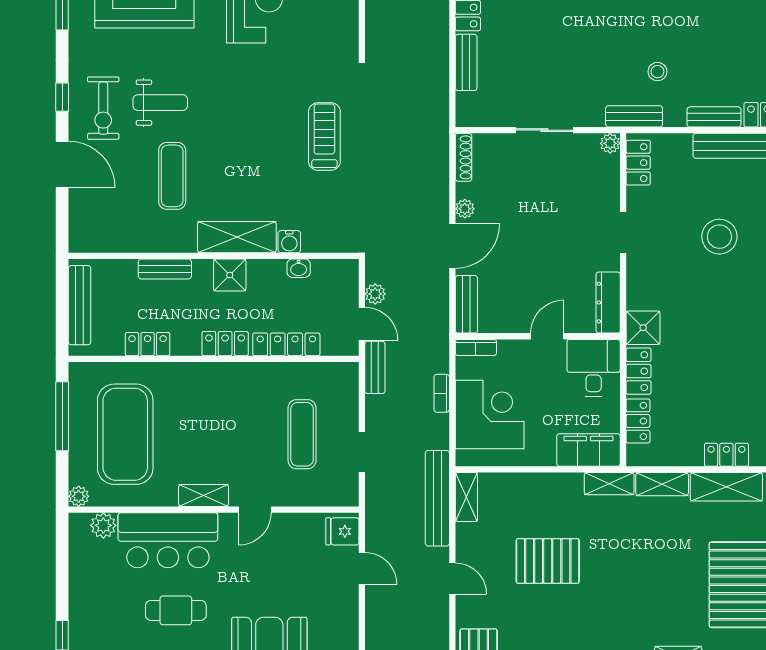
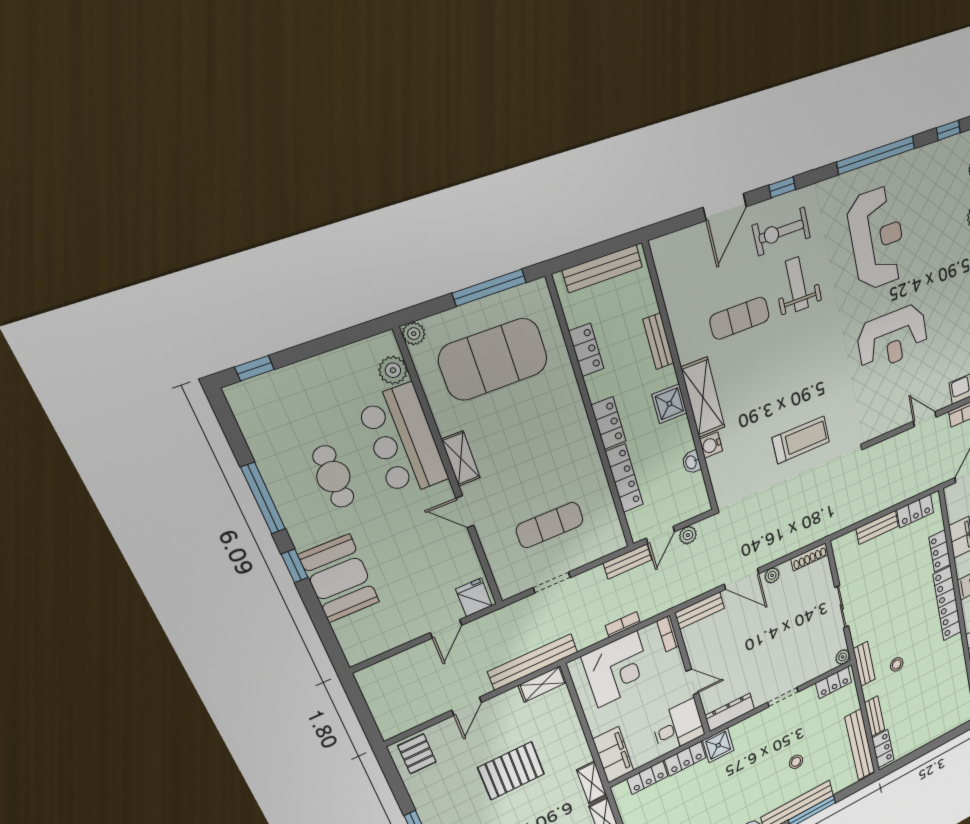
weight bench: (160, 103) -> (797, 284), turned 180
stool: (719, 237) -> (796, 762), width x0.53, depth x0.53
pallet: (548, 561) -> (511, 771), turned 90

